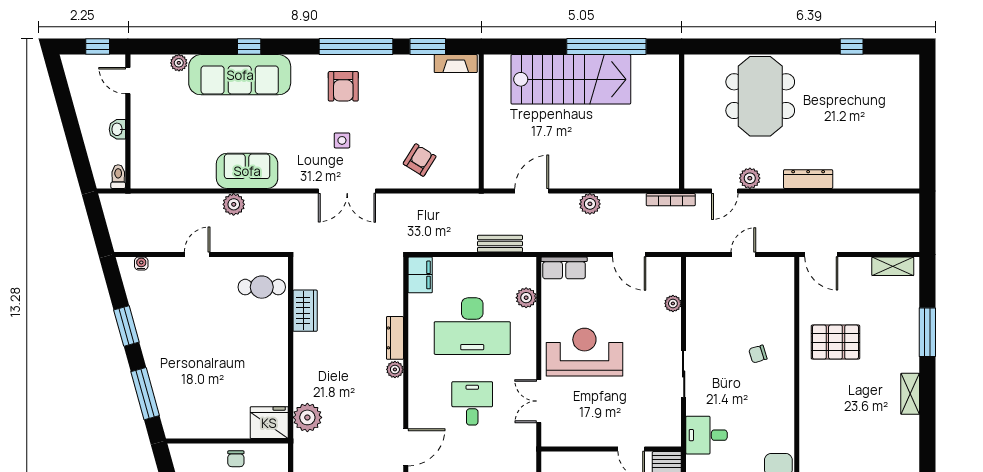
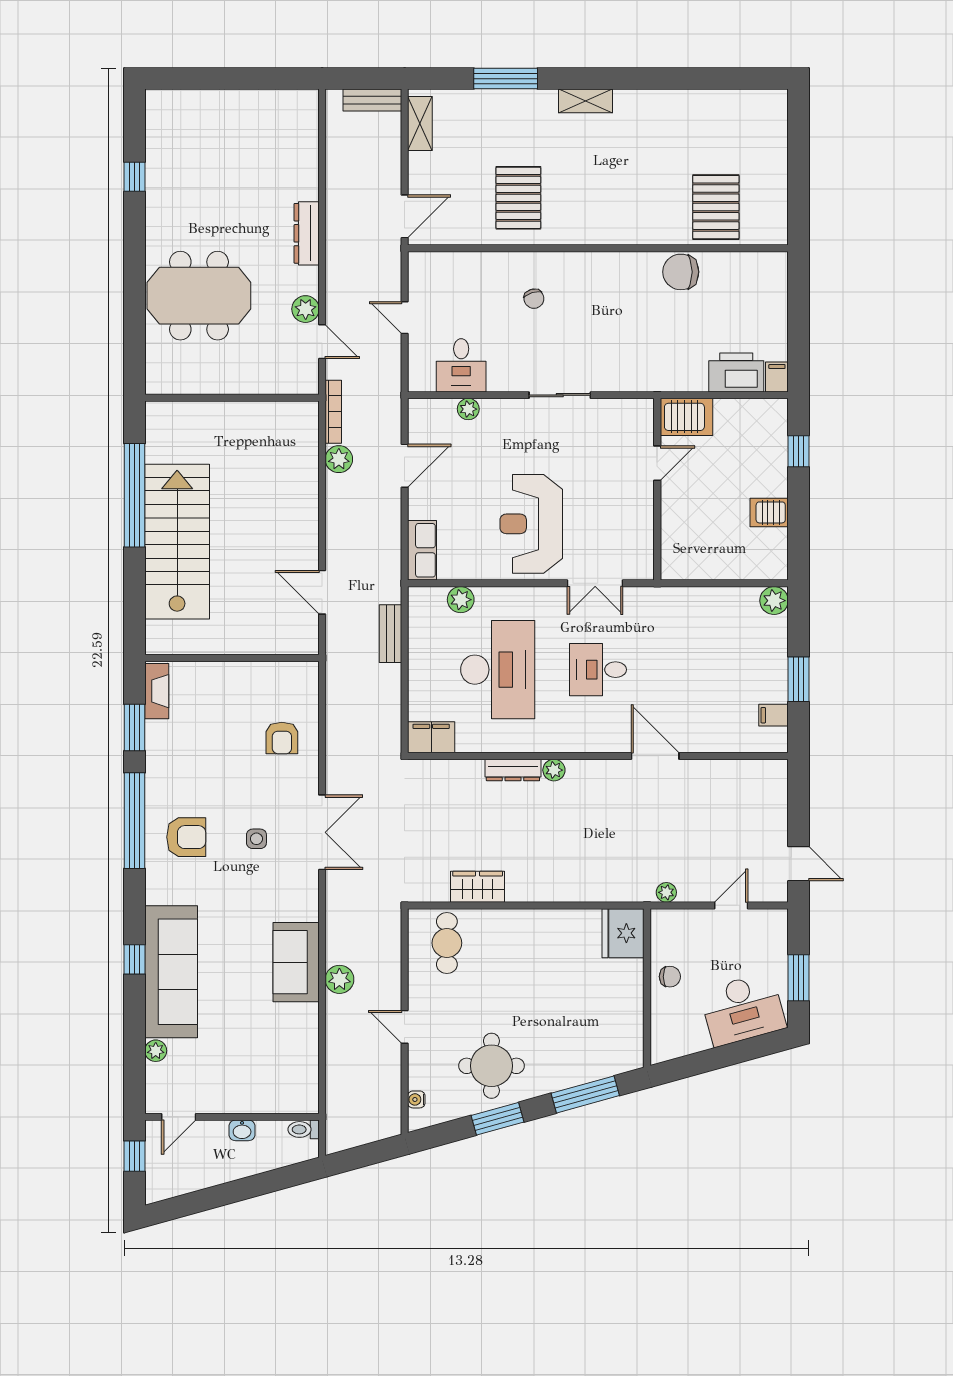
armchair: (420, 160) -> (282, 738), turned -122
plant: (590, 204) -> (339, 459), moved
bench: (911, 230) -> (372, 100), added
round table: (167, 321) -> (491, 1066), added
plant: (307, 417) -> (666, 892), moved, width x0.53, depth x0.53
desk: (707, 435) -> (461, 365), moved

